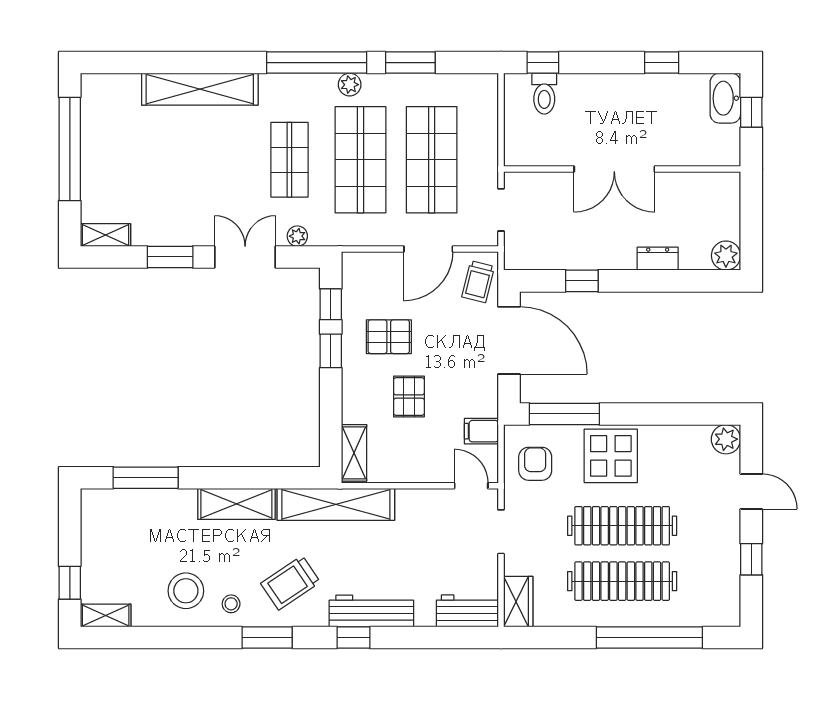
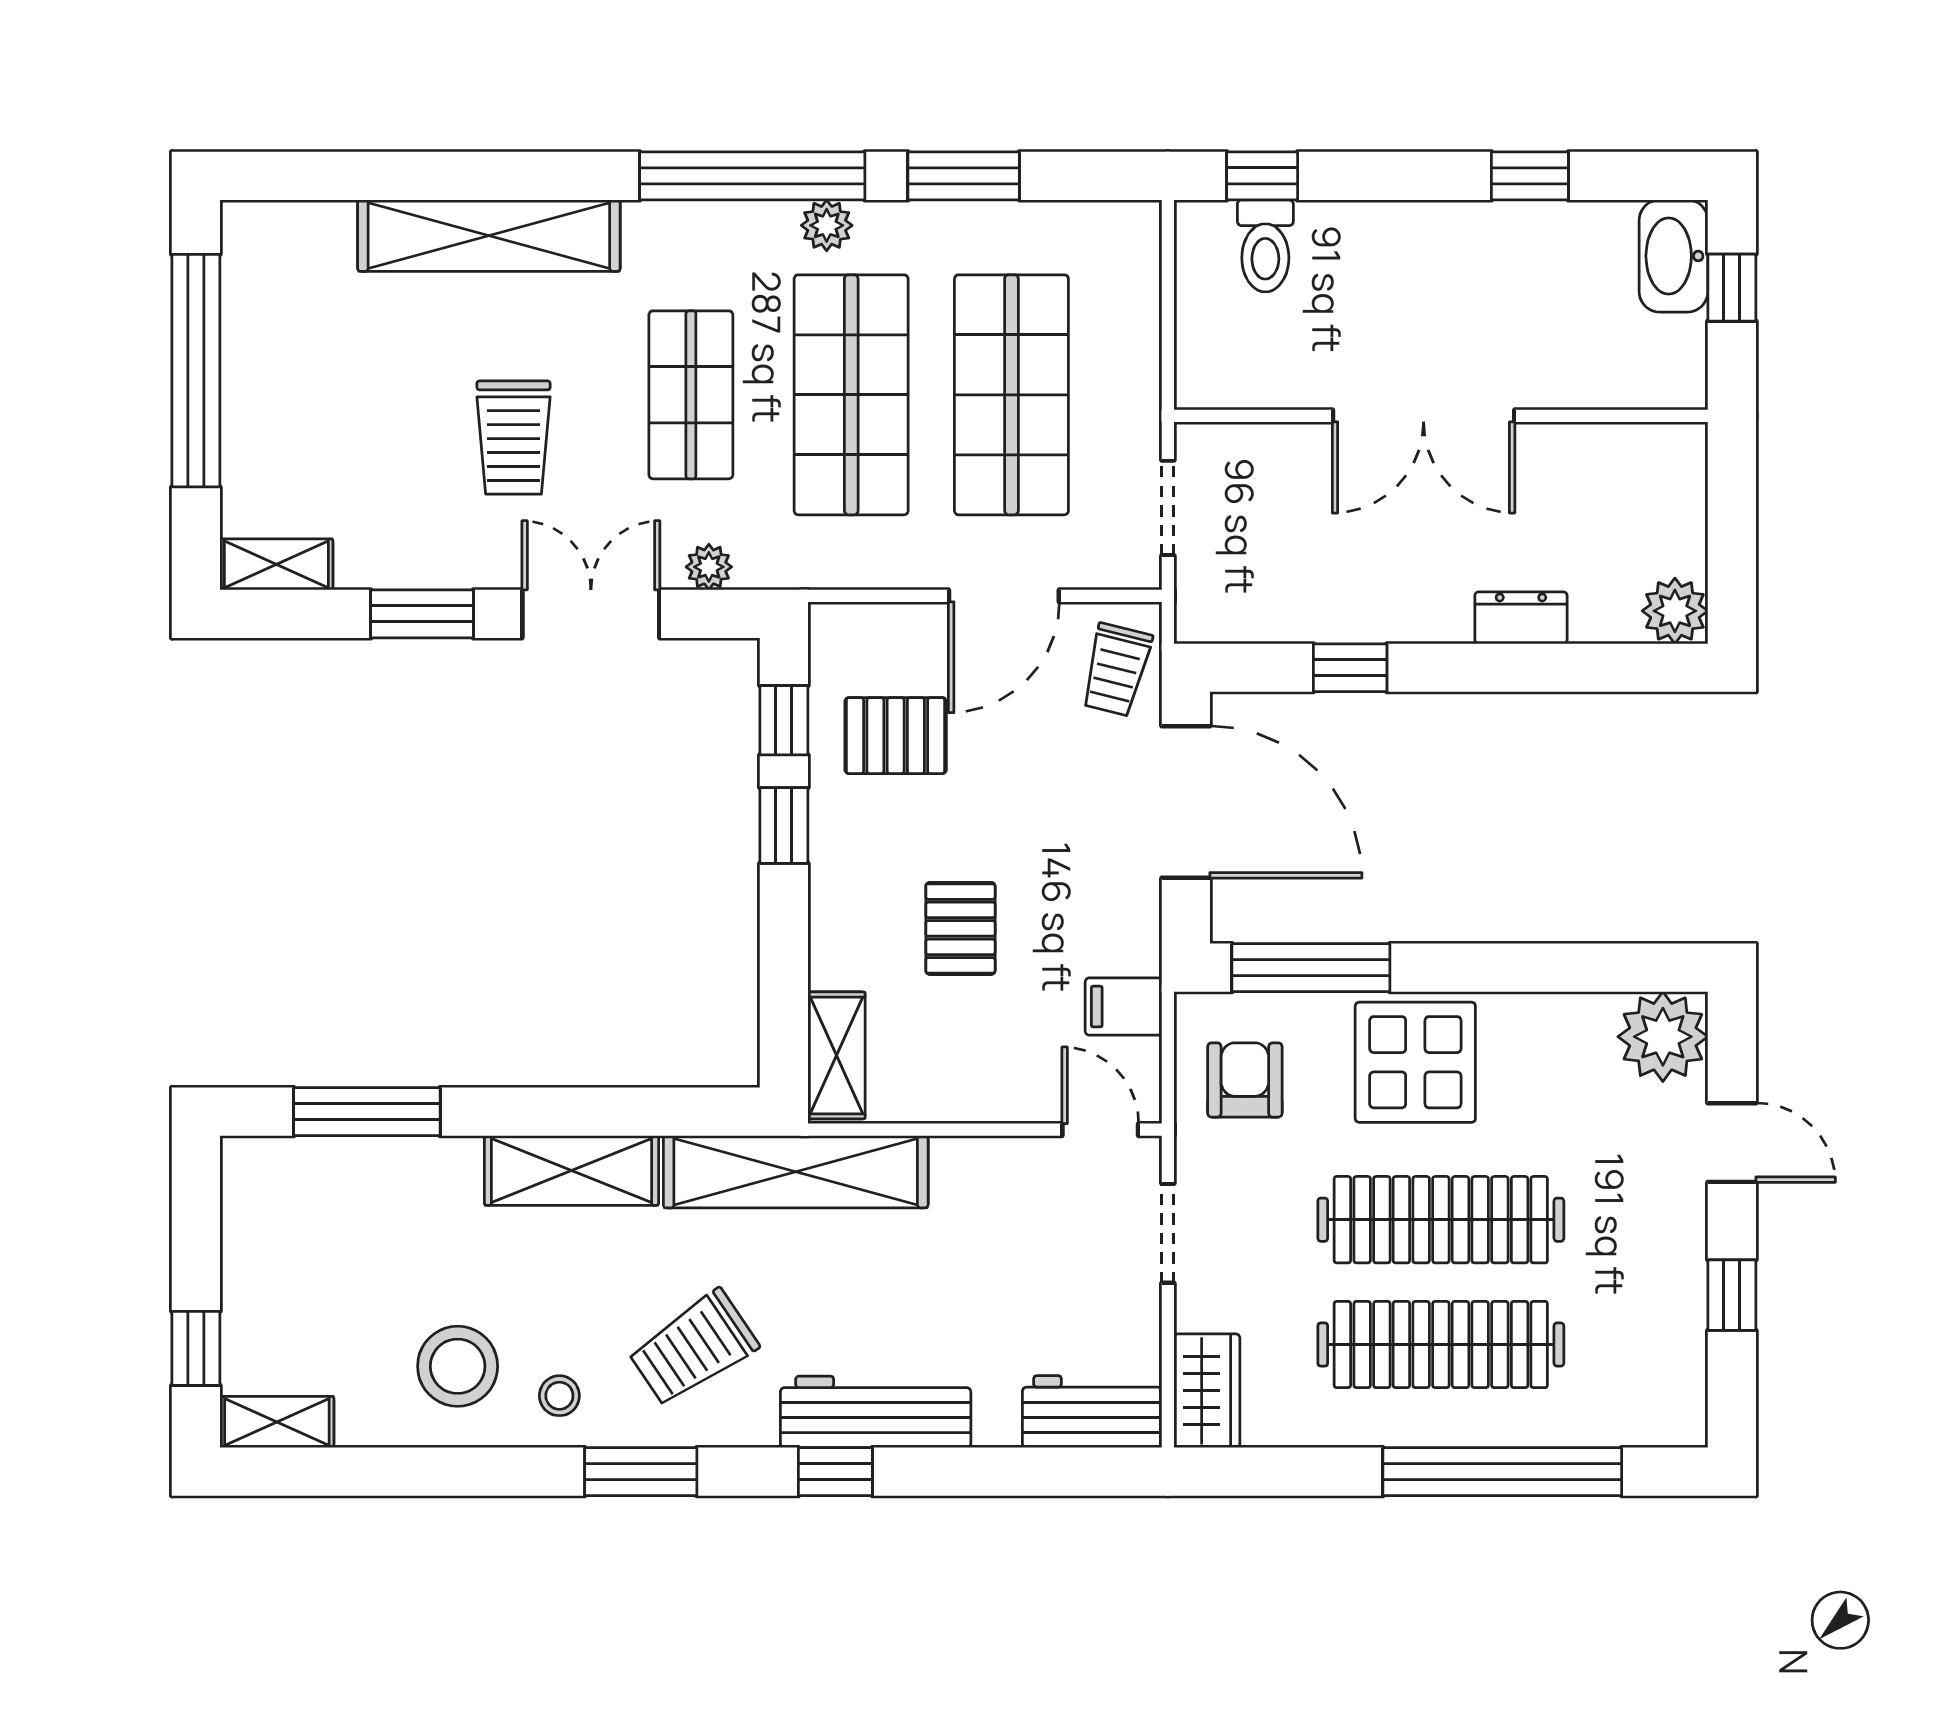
trolley: (211, 179) -> (514, 438), added
pallet: (389, 337) -> (896, 736), moved
plant: (726, 439) -> (1663, 1037), width x1.36, depth x1.36

